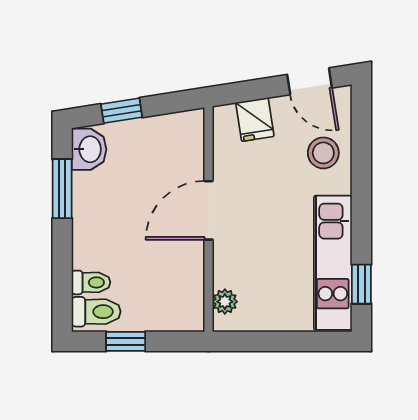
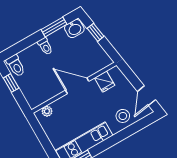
fridge: (255, 119) -> (105, 82), moved, turned -81
toilet: (91, 282) -> (45, 46), moved

